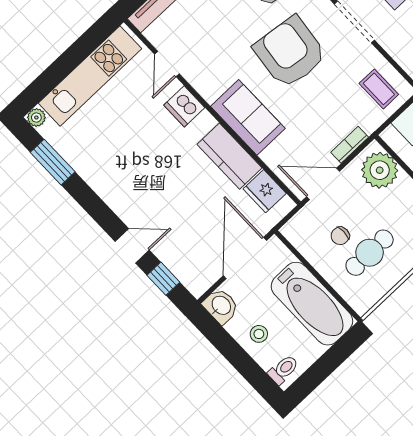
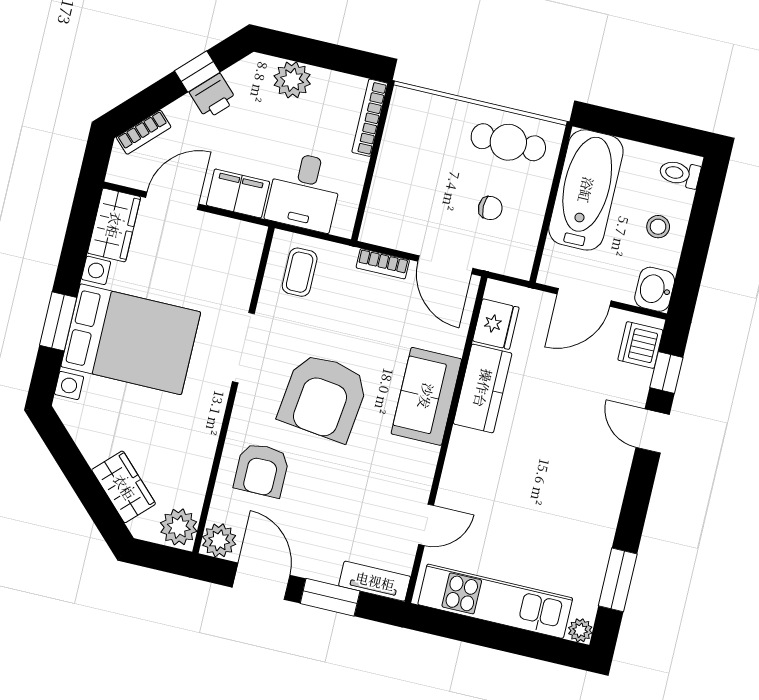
dishwasher: (184, 106) -> (640, 345), moved, turned 180
plant: (380, 170) -> (389, 212), removed
cafe table: (370, 253) -> (508, 142), moved
door: (245, 258) -> (584, 297), width x0.73

